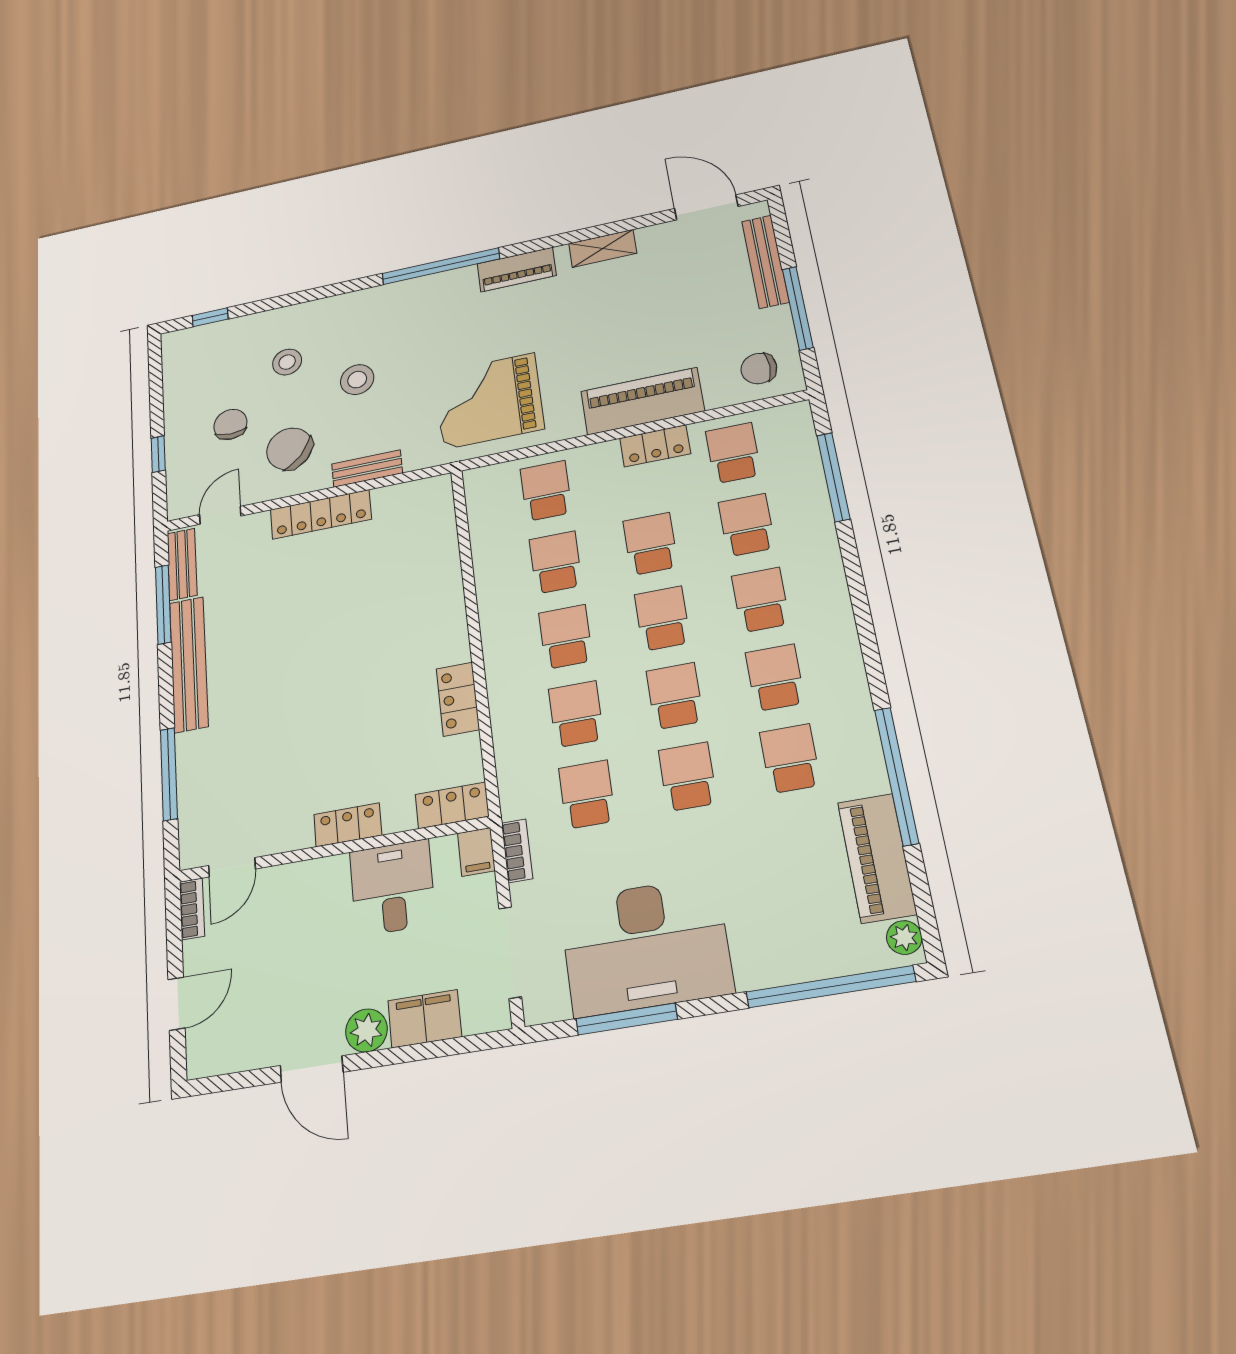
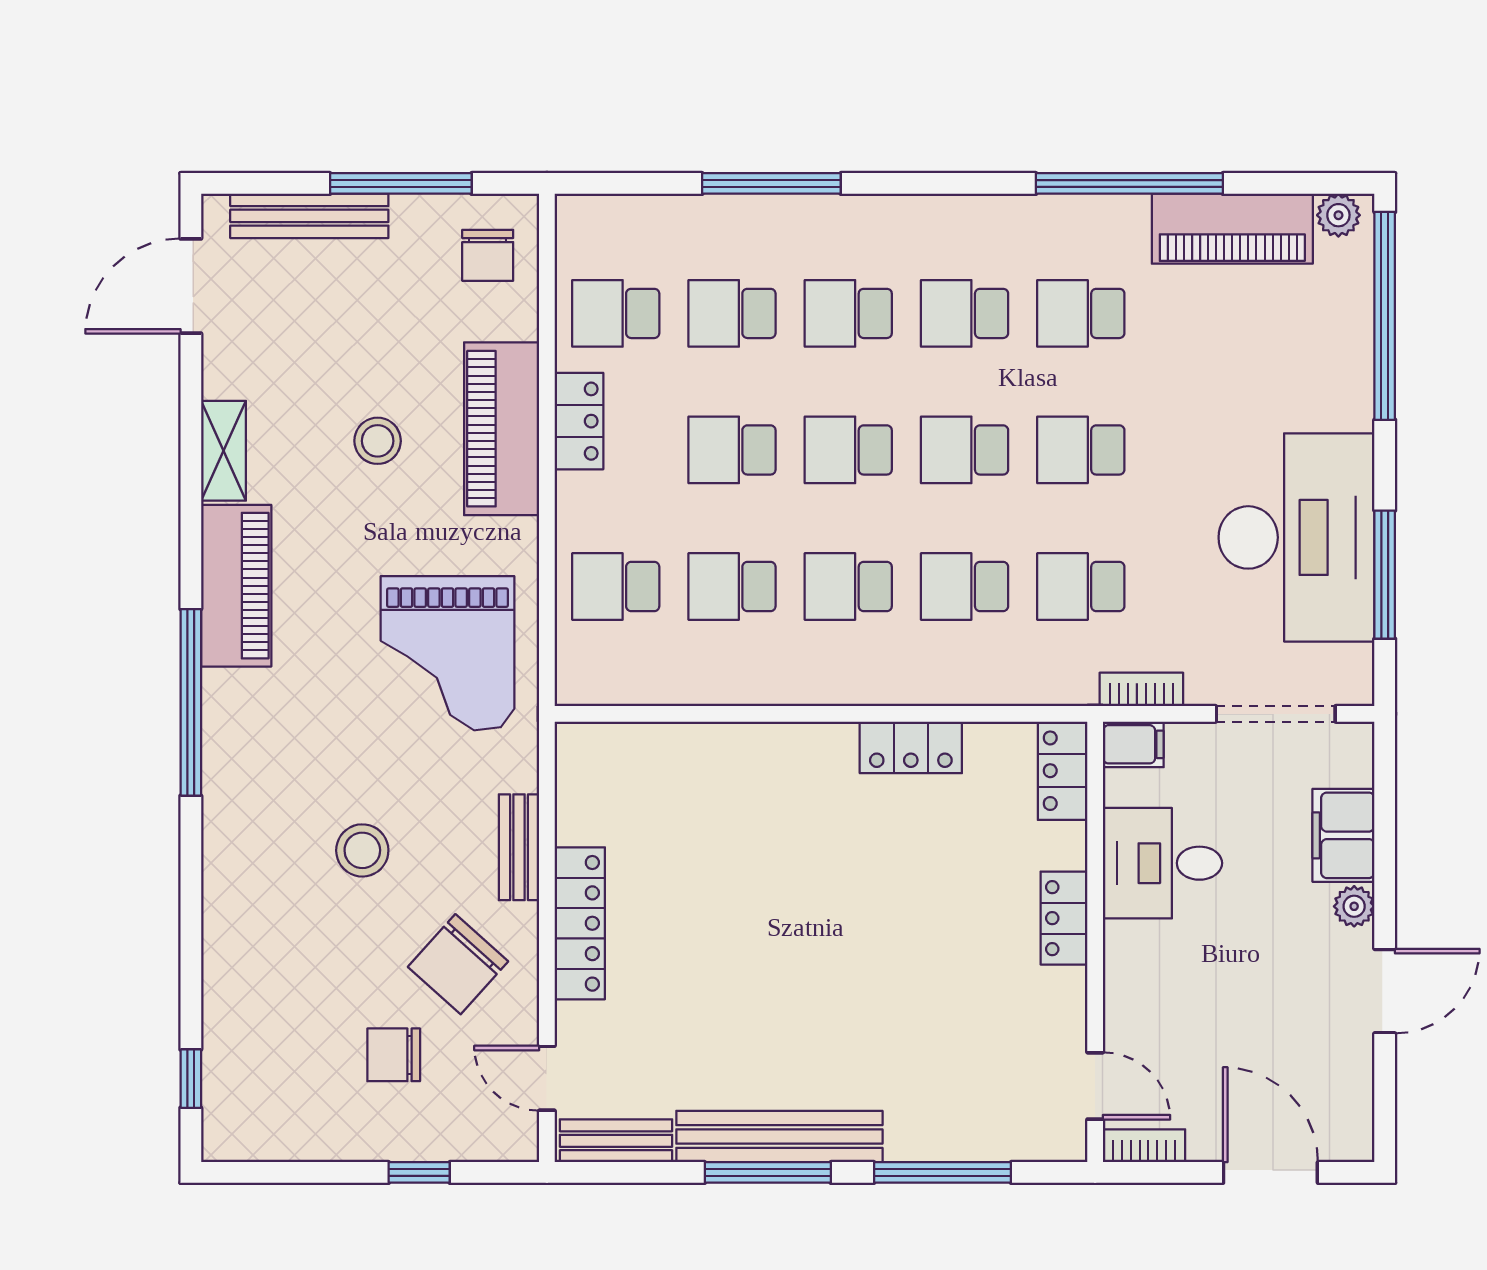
piano: (517, 270) -> (236, 586), width x1.37, depth x1.33
stool: (287, 362) -> (378, 441), moved
window: (833, 477) -> (771, 183), moved
window: (163, 604) -> (768, 1172), moved
door: (176, 1004) -> (1270, 1172), width x1.38
plant: (366, 1030) -> (1354, 906), width x0.73, depth x0.73

